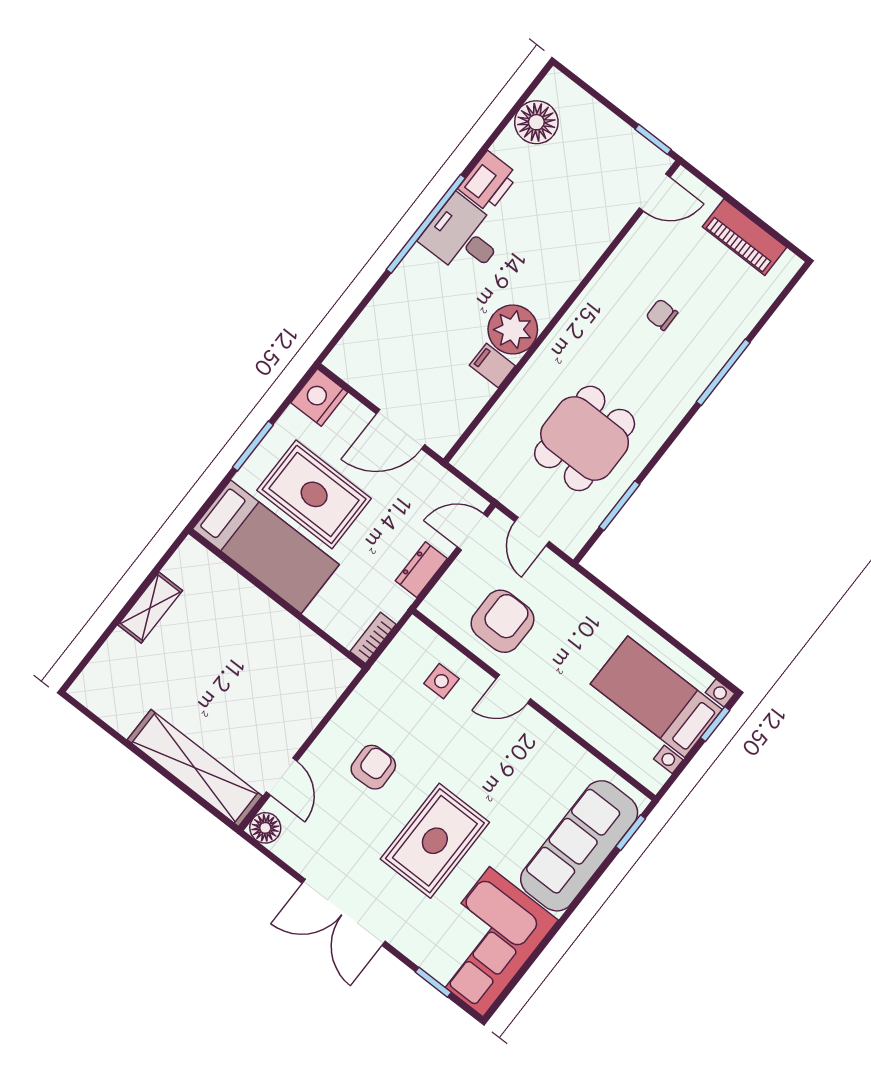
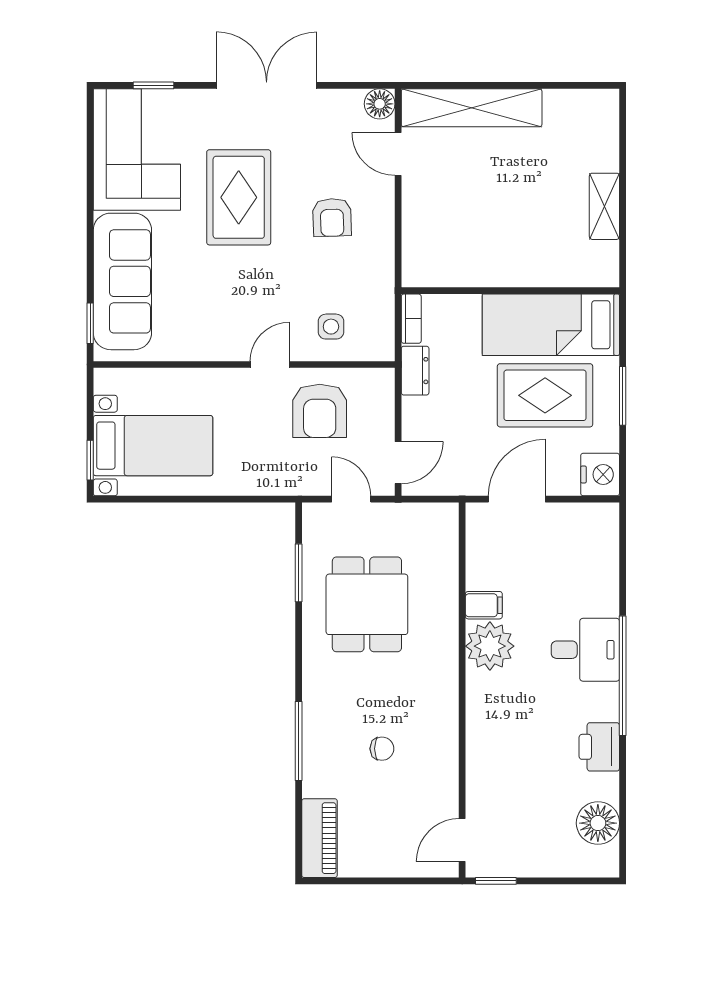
desk: (463, 237) -> (585, 650), moved
piano: (744, 237) -> (320, 838), moved, turned 90
dresser: (421, 570) -> (415, 371), moved

